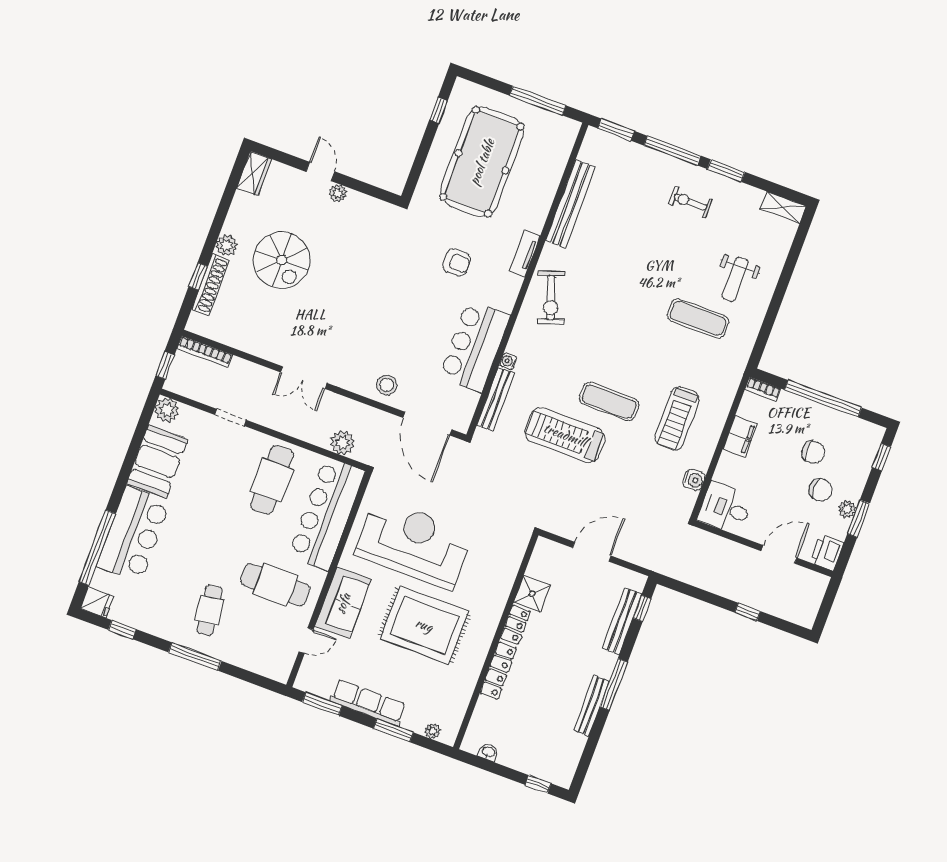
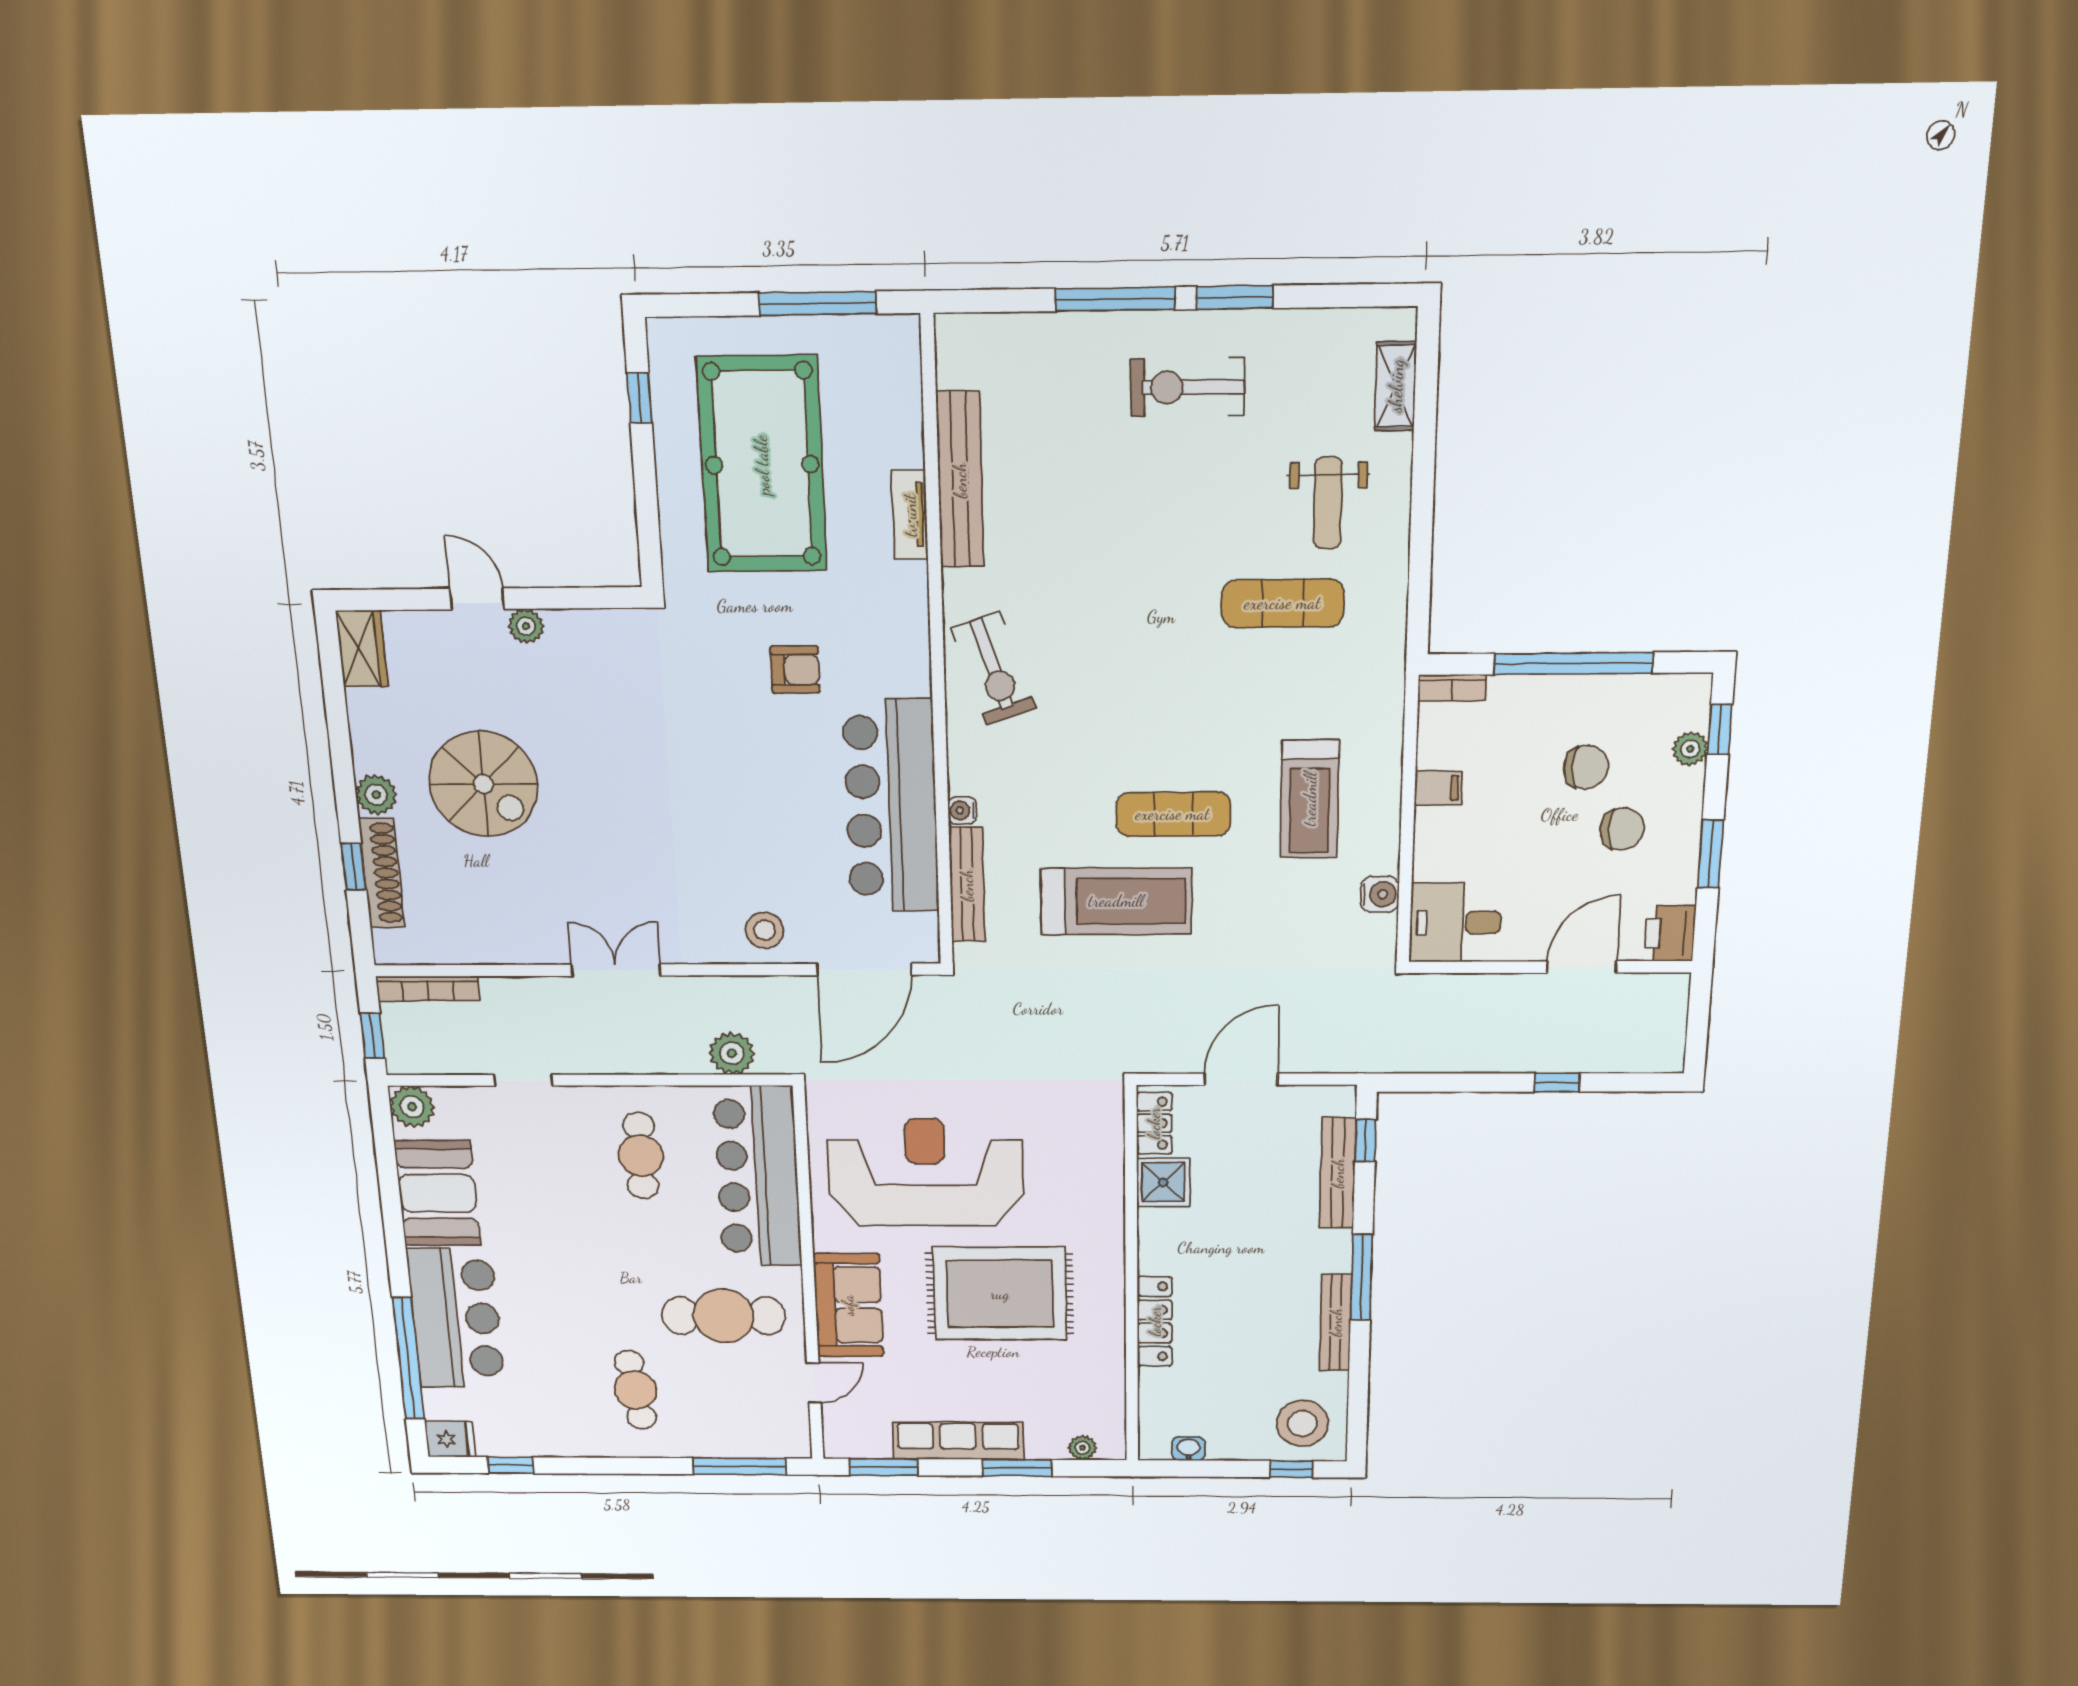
window: (616, 130) -> (990, 301), removed
exercise bike: (690, 202) -> (1187, 387), width x1.38, depth x1.39
shelving: (783, 207) -> (1396, 386), moved, turned 90
tv unit: (525, 253) -> (910, 515), moved
bar counter: (475, 346) -> (891, 806), width x1.36
double door: (304, 378) -> (616, 970), swing flipped
door: (427, 424) -> (864, 969), hinge flipped
treadmill: (565, 435) -> (1116, 901), turned 180
filing cabinet: (740, 436) -> (1438, 788), width x0.50
cafe table: (272, 480) -> (641, 1156), width x0.73, depth x0.74
plant: (847, 509) -> (1690, 749), moved
locker: (515, 625) -> (1154, 1123), moved
window: (195, 657) -> (739, 1466), moved
stool: (553, 759) -> (1302, 1423), added

